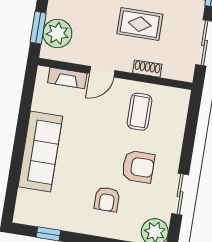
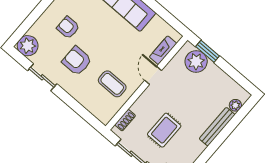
rug: (140, 24) -> (164, 130), moved
shoe rack: (147, 69) -> (125, 120), moved
armchair: (138, 167) -> (77, 61), turned 90

